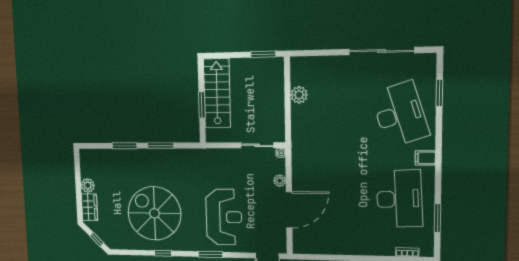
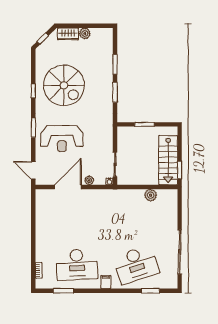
stairs: (217, 93) -> (168, 160), moved, turned 90
door: (289, 210) -> (68, 187), swing flipped
spiral stairs: (154, 213) -> (64, 85), turned 90

